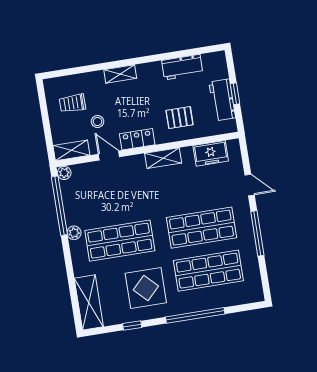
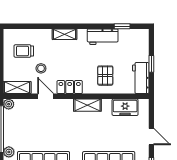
window: (191, 52) -> (122, 26), added
workbench: (182, 67) -> (103, 37), moved
workbench: (222, 100) -> (141, 78), moved
pallet: (180, 118) -> (105, 76), turned 90

